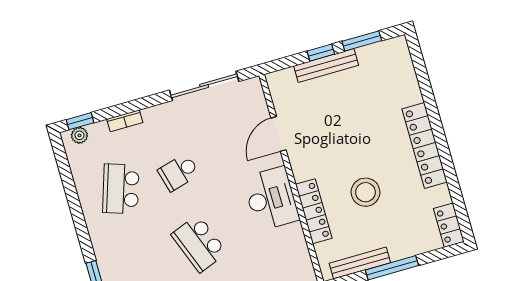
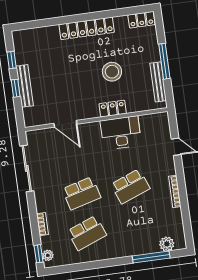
window: (362, 41) -> (12, 60), width x0.67
school desk: (179, 172) -> (81, 193), width x1.85
school desk: (121, 189) -> (87, 233), turned -39
desk: (271, 199) -> (121, 133), moved
locker: (314, 211) -> (113, 109), width x0.66

